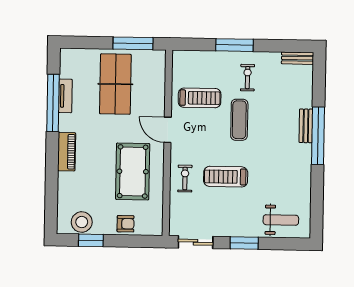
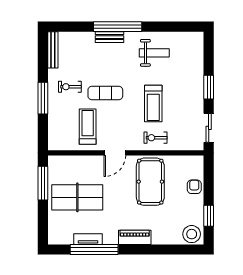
bench: (298, 58) -> (53, 50), width x1.36
pool table: (133, 171) -> (150, 182), turned 90
weight bench: (281, 220) -> (154, 53), moved, turned 90
stool: (82, 222) -> (192, 234), moved

